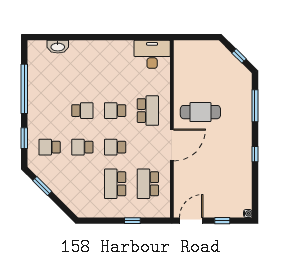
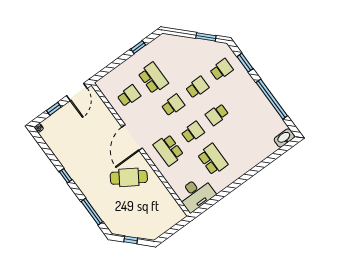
washbasin: (58, 47) -> (284, 138), moved
school desk: (115, 74) -> (213, 159), added
cafe table: (200, 112) -> (129, 177), turned 33
school desk: (148, 184) -> (129, 96), width x0.54
window: (132, 221) -> (138, 47), moved

